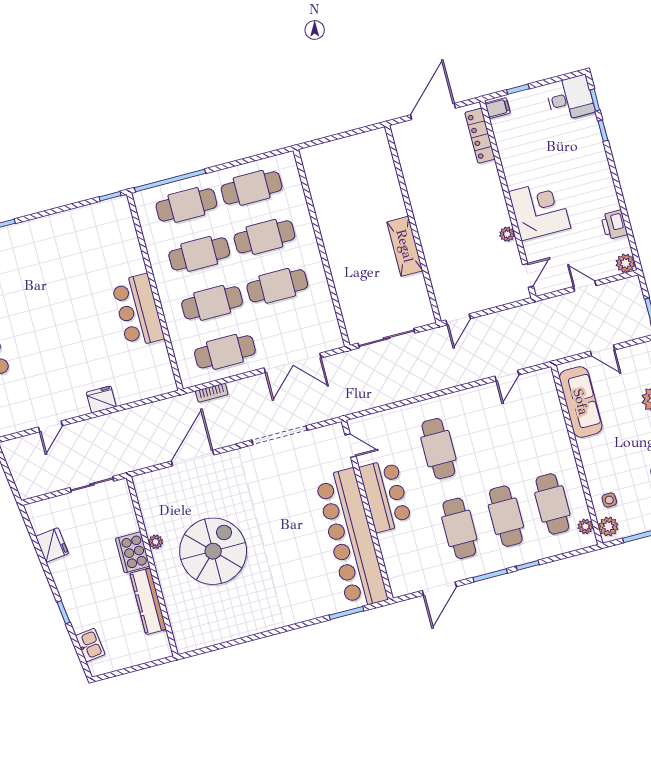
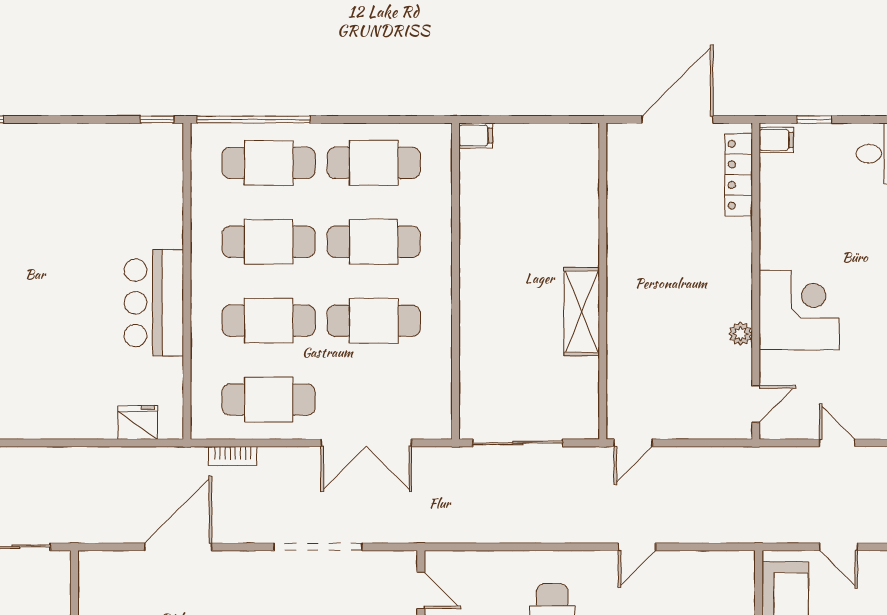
filing cabinet: (310, 154) -> (476, 136), added
door: (507, 376) -> (637, 547), moved
fridge: (101, 399) -> (138, 422), moved

